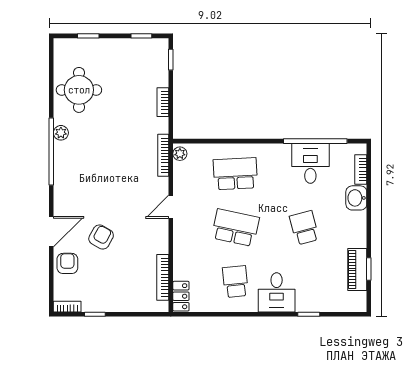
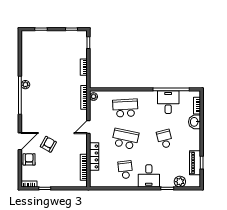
round table: (79, 90) -> (36, 60), removed
locker: (181, 296) -> (94, 156), moved, width x1.53
plant: (331, 302) -> (180, 182), added

